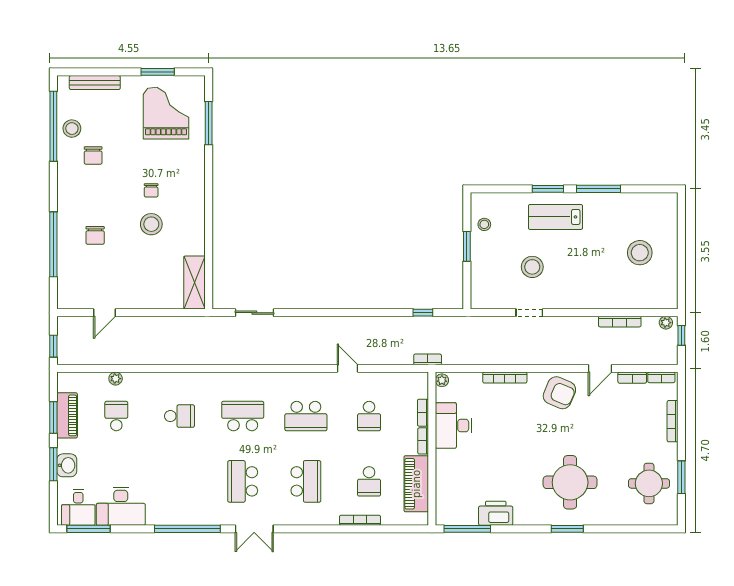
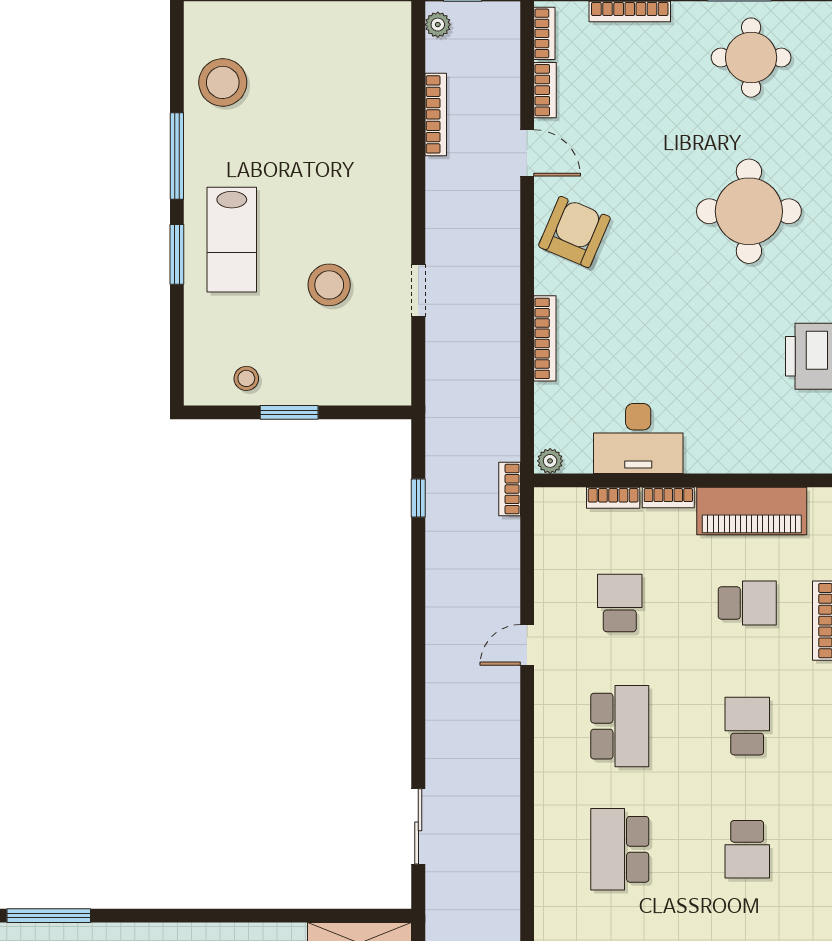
stool: (640, 253) -> (223, 82), moved
school desk: (369, 416) -> (620, 603), turned -90
school desk: (243, 481) -> (747, 849), width x0.54
school desk: (306, 481) -> (747, 726), width x0.54

